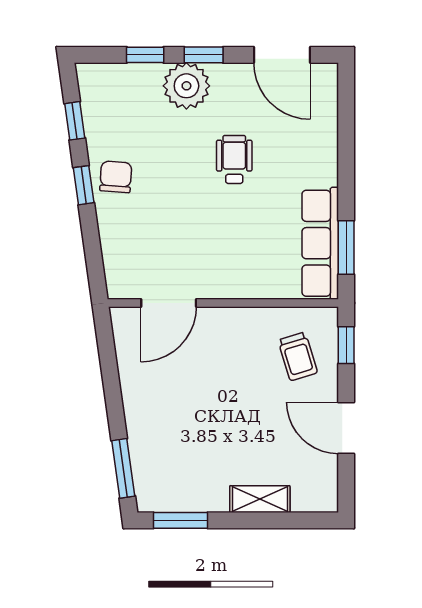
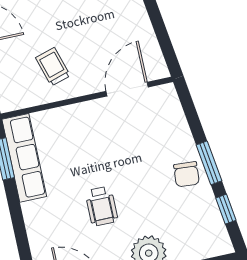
window: (84, 185) -> (209, 163), width x1.50
trolley: (298, 356) -> (53, 67), moved

